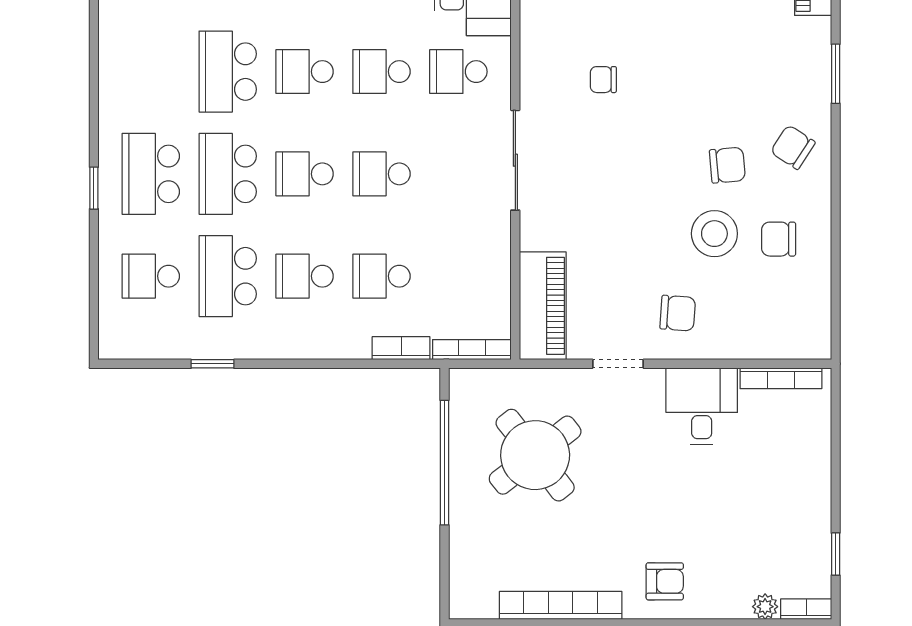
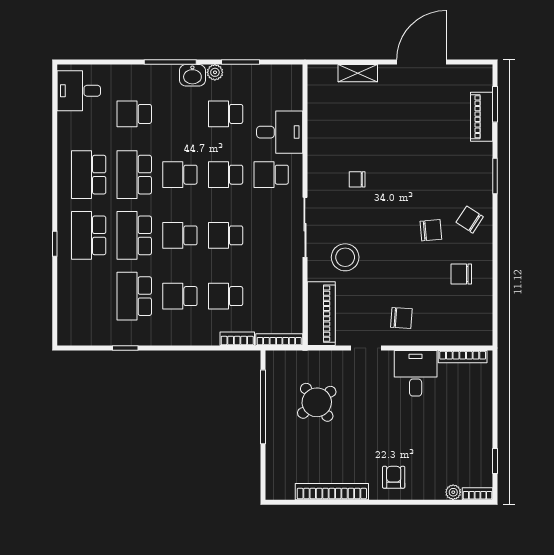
stool: (714, 234) -> (345, 257), moved
school desk: (151, 276) -> (89, 175), moved, width x1.85
round table: (535, 455) -> (317, 402), width x0.73, depth x0.73
armchair: (665, 581) -> (394, 477), turned -90

